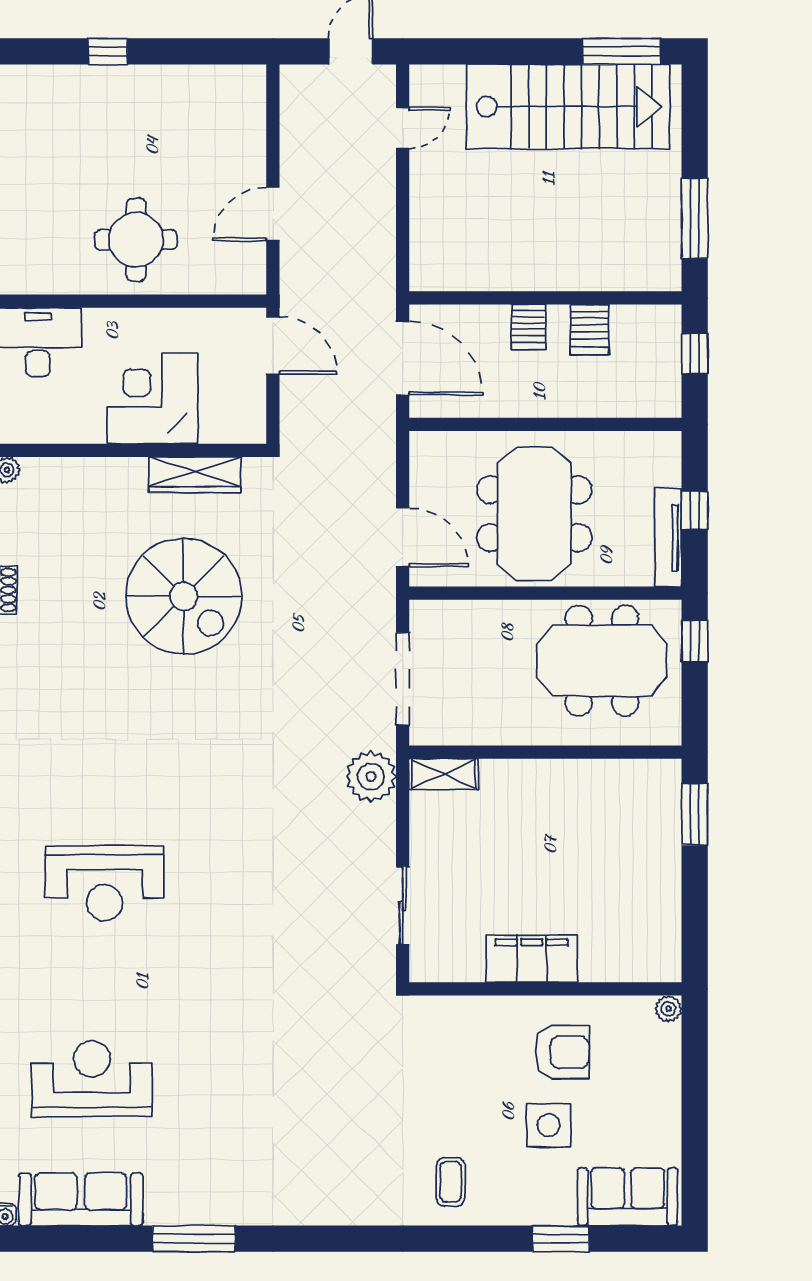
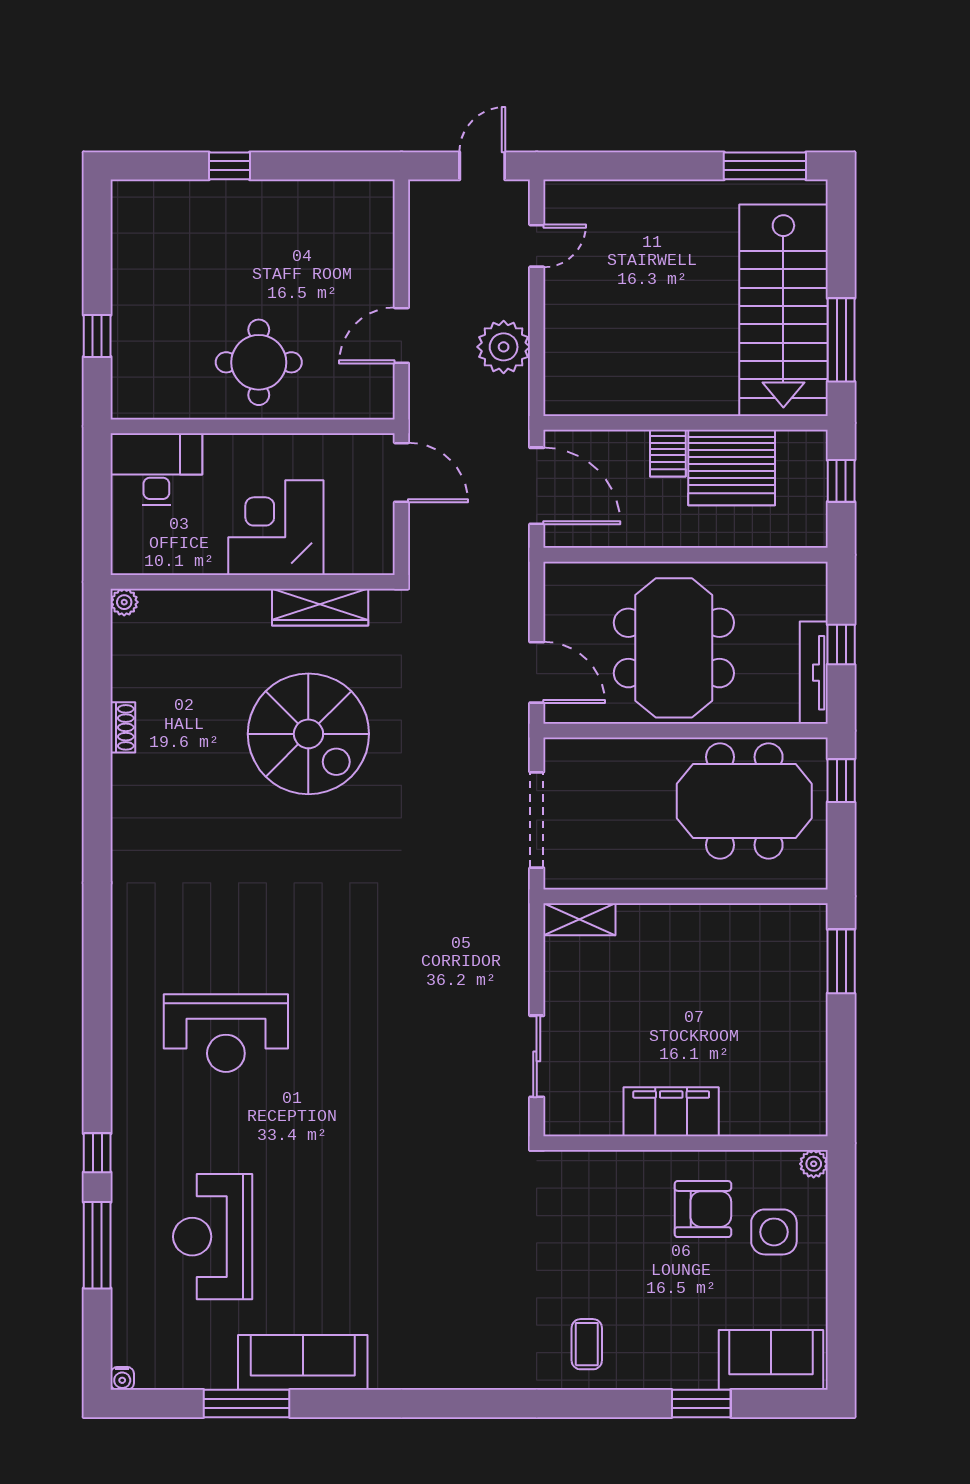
stairs: (568, 107) -> (783, 310), moved, turned 90
server rack: (590, 330) -> (732, 467), width x2.18, depth x1.44
plant: (371, 777) -> (504, 347), moved
reception desk: (92, 1079) -> (213, 1237), turned -90
side table: (549, 1125) -> (774, 1232), moved
sofa: (81, 1199) -> (303, 1362), moved
window: (194, 1239) -> (247, 1404), moved

